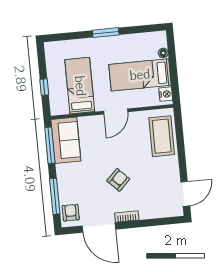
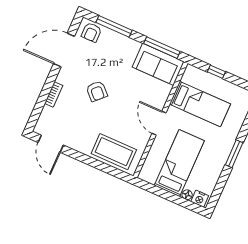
nightstand: (166, 94) -> (200, 199), moved
armchair: (71, 213) -> (91, 32), turned 90
bookcase: (127, 217) -> (54, 94), moved

